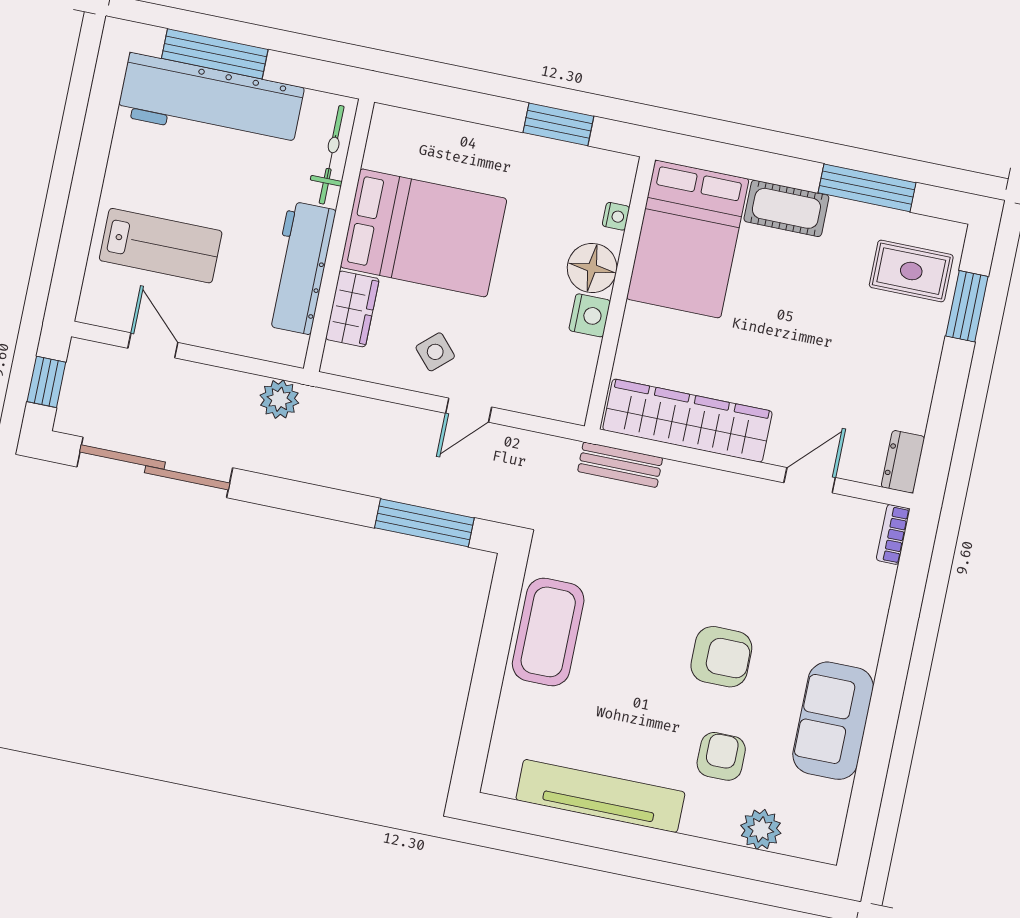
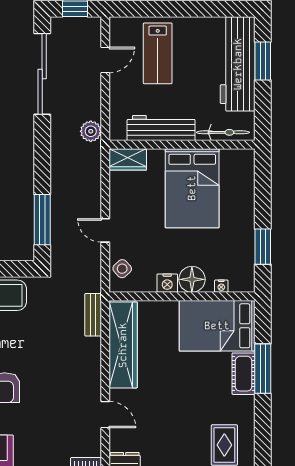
window: (215, 54) -> (263, 61), width x0.69
window: (867, 188) -> (263, 369), moved
wardrobe: (352, 309) -> (128, 159), moved
side table: (435, 352) -> (122, 269), moved

